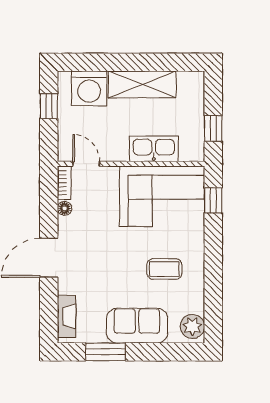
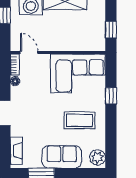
kitchen sink: (154, 149) -> (73, 43), removed
window: (213, 200) -> (111, 96), moved
coffee table: (164, 269) -> (79, 120), width x1.36, depth x1.30

